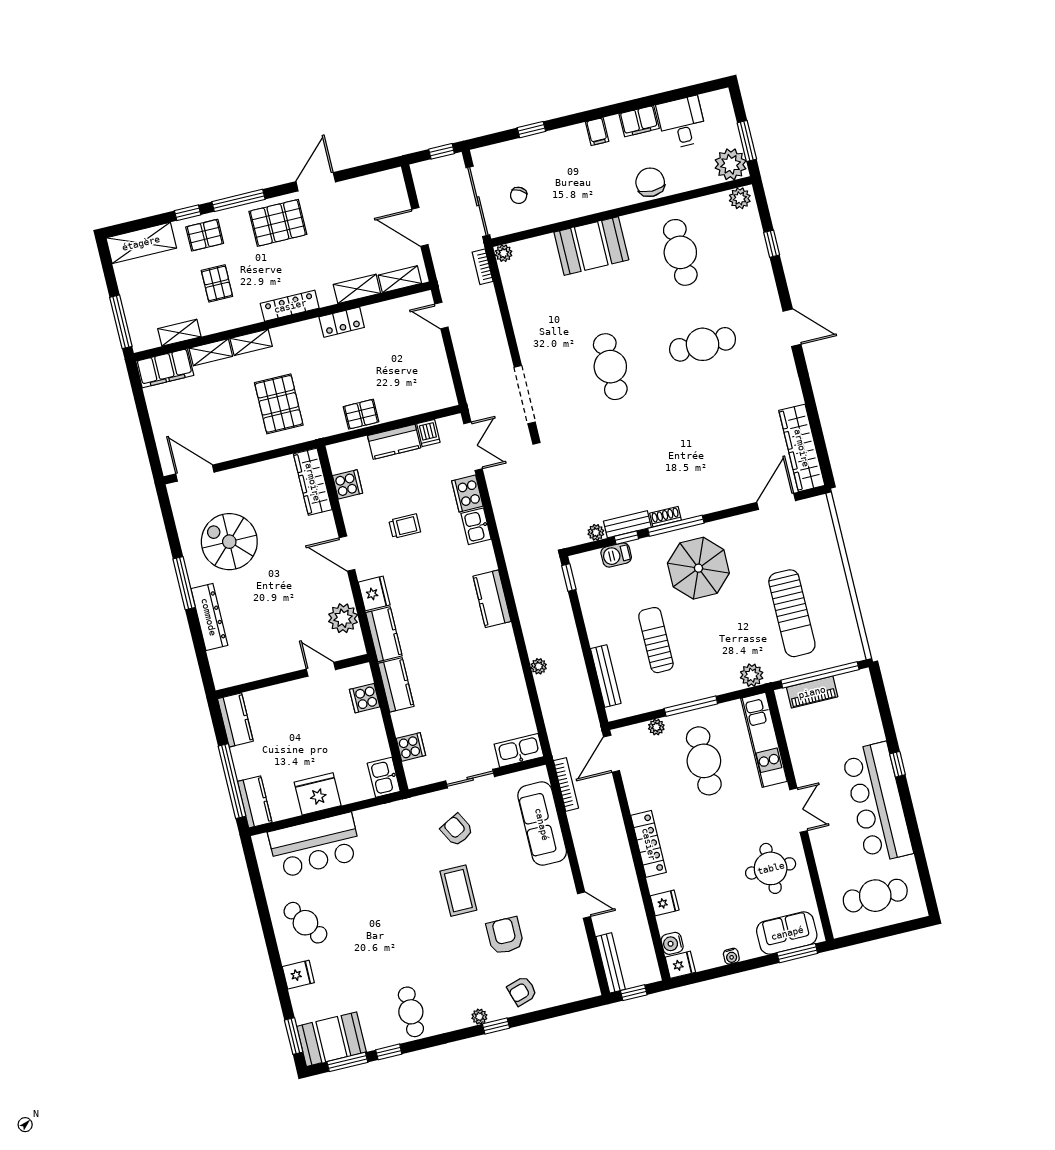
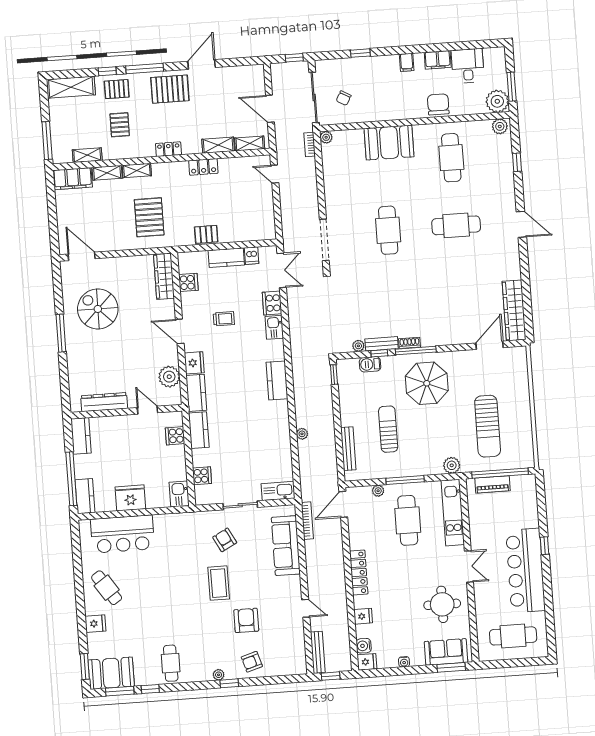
locker: (290, 306) -> (168, 149), width x0.66
dresser: (209, 617) -> (104, 402), moved, turned -90

